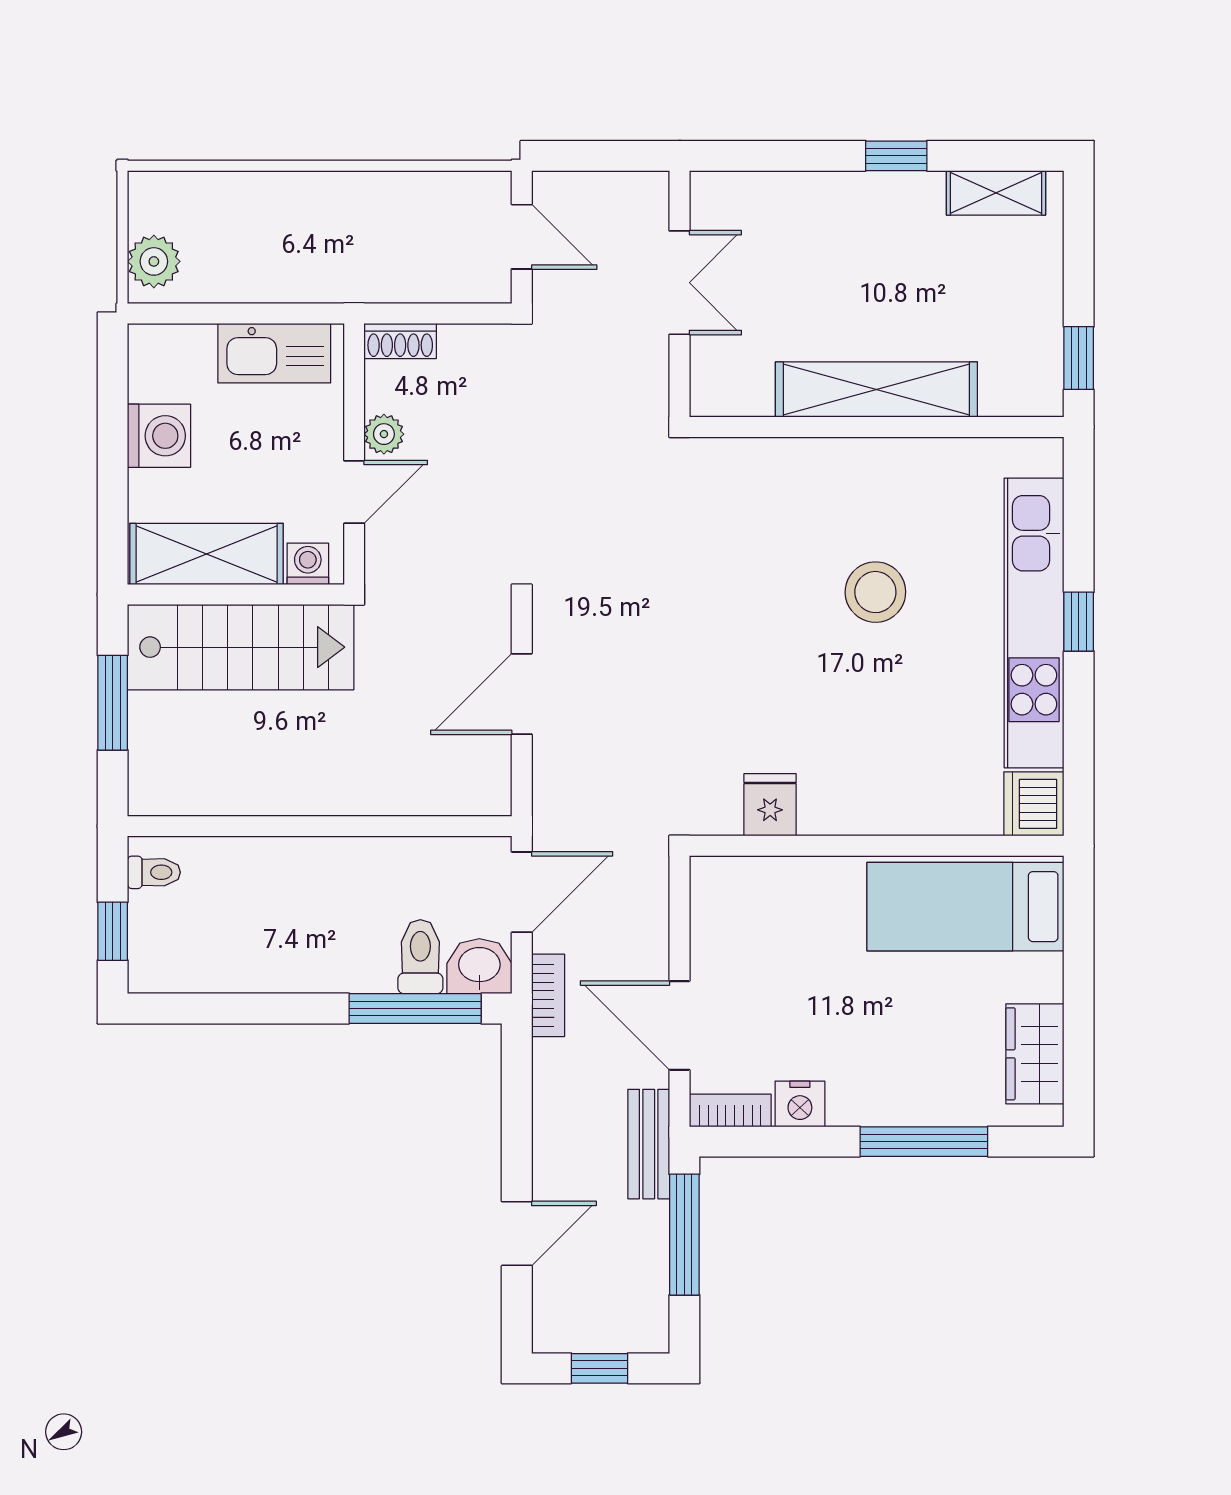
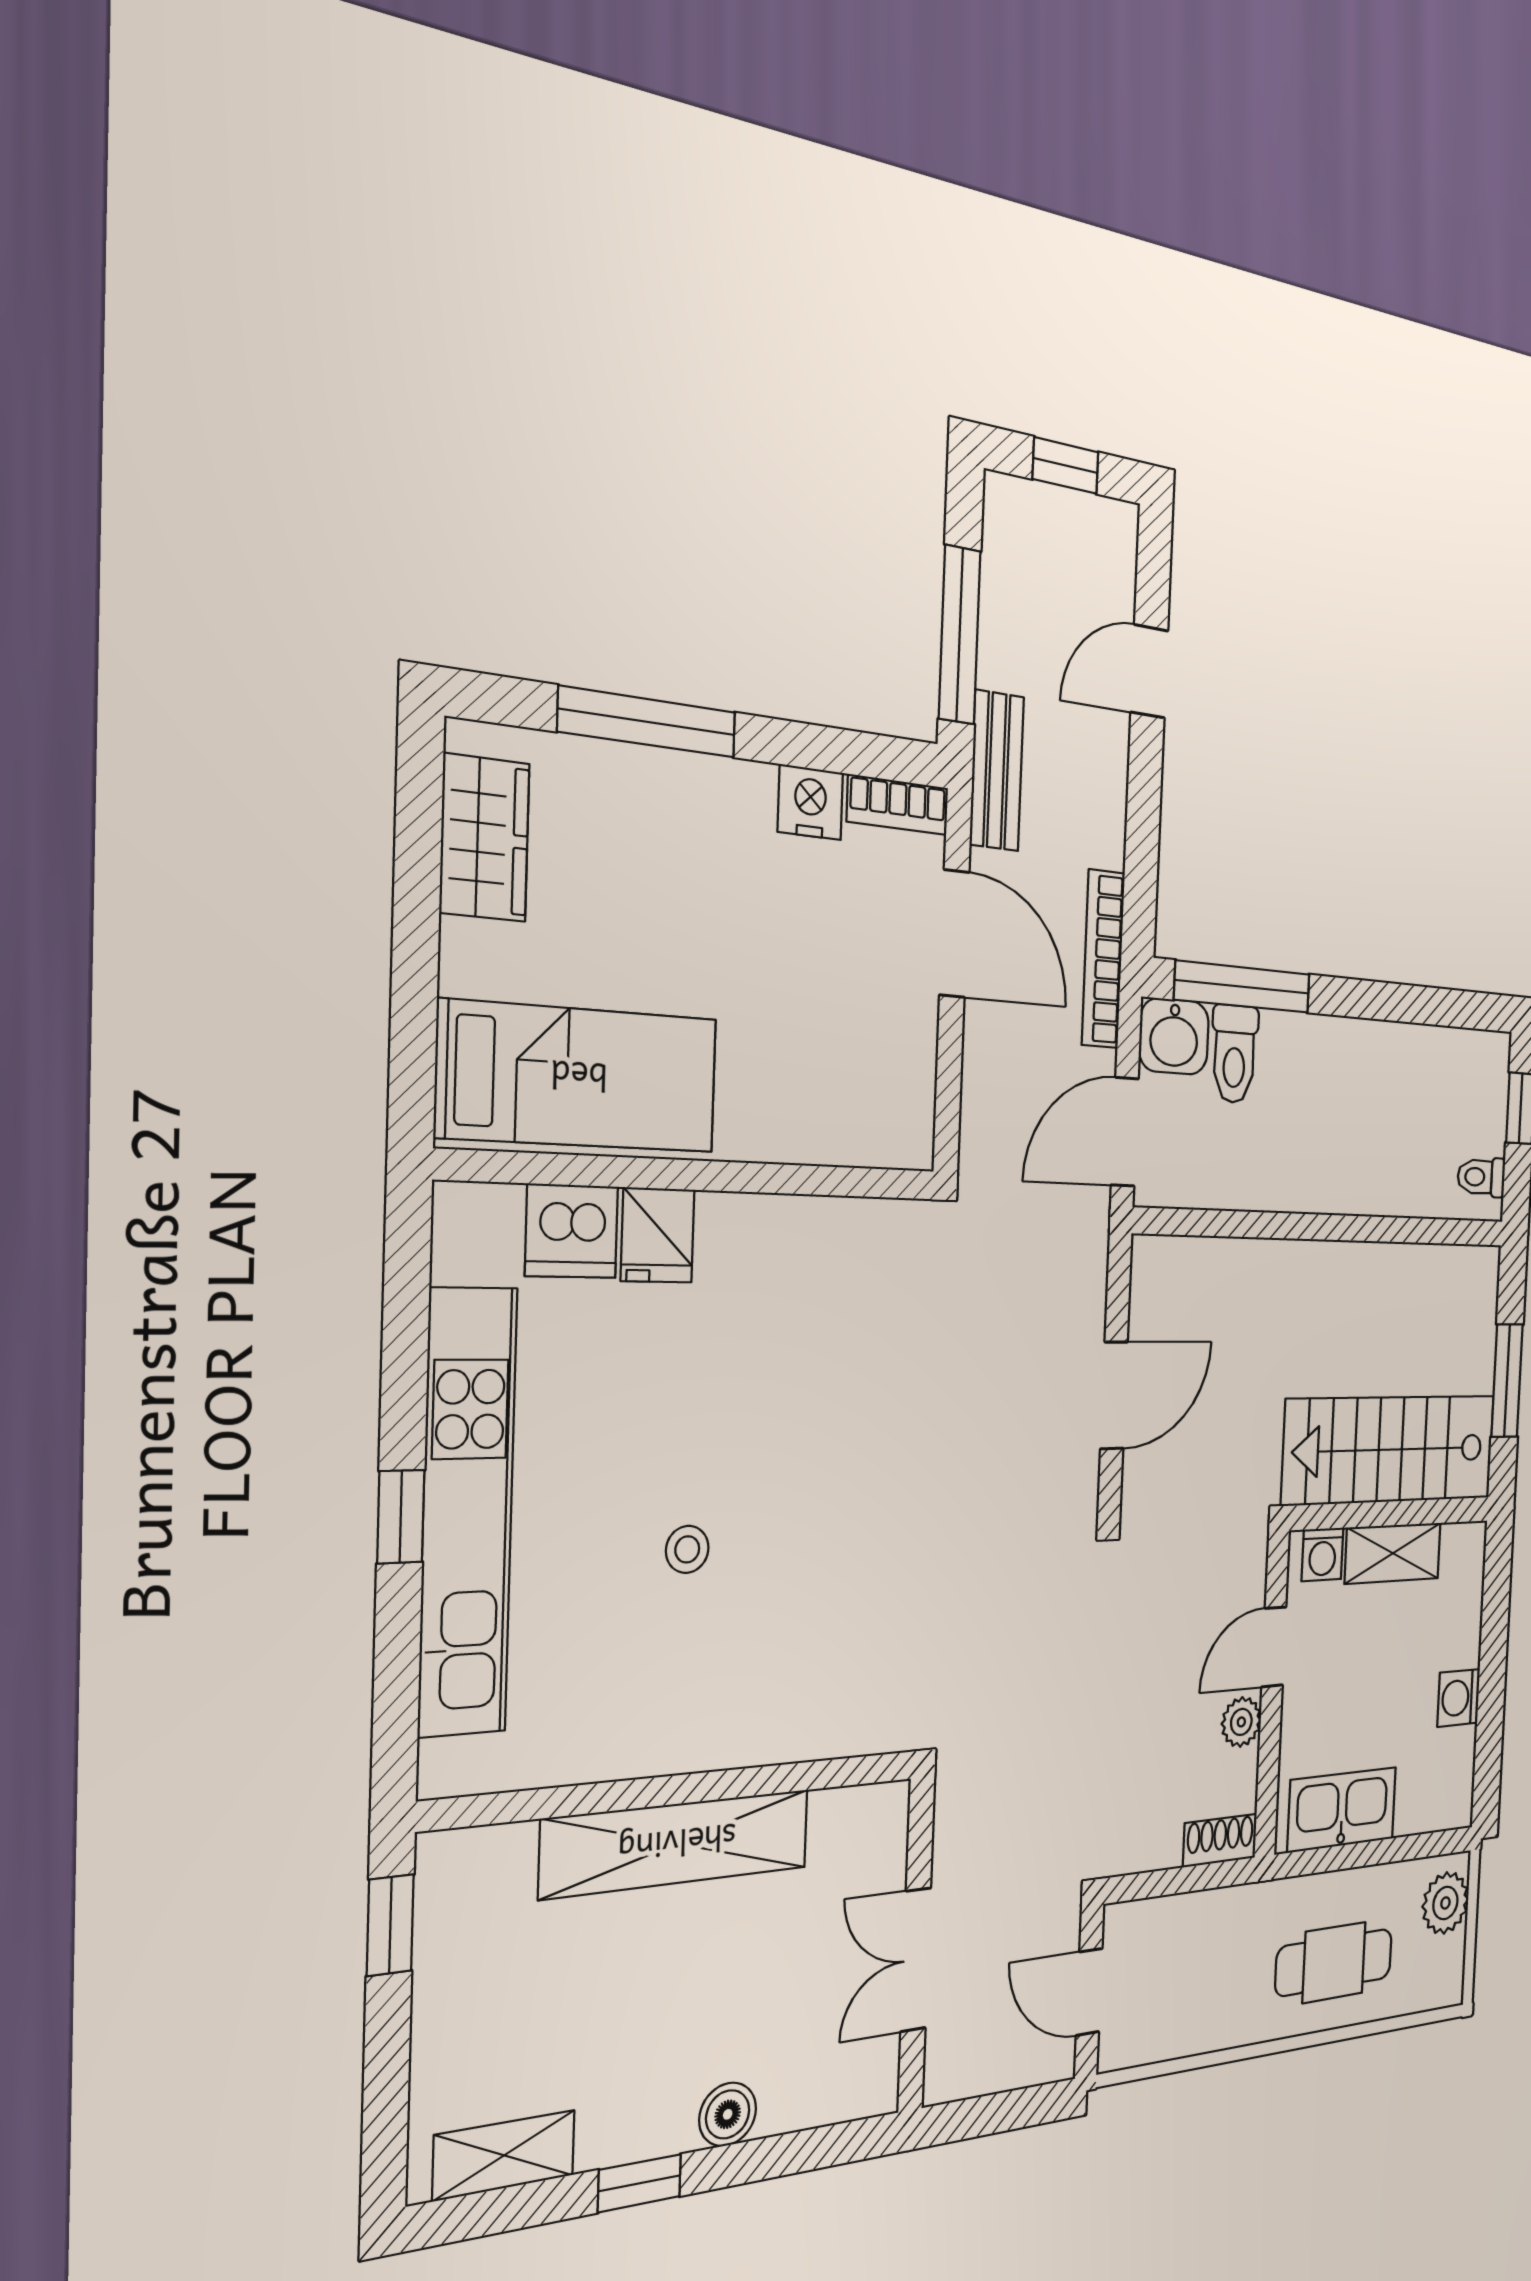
boiler: (830, 193) -> (728, 2114), added
cafe table: (275, 227) -> (1334, 1962), added
washing machine: (159, 436) -> (1459, 1698), width x0.73, depth x0.73
shelving: (207, 554) -> (1393, 1553), width x0.67, depth x0.75
stool: (875, 592) -> (687, 1549), width x0.53, depth x0.53
dishwasher: (1034, 804) -> (572, 1231), moved, turned 90
fridge: (770, 805) -> (658, 1235), moved
bookcase: (548, 995) -> (1103, 959), width x1.56

